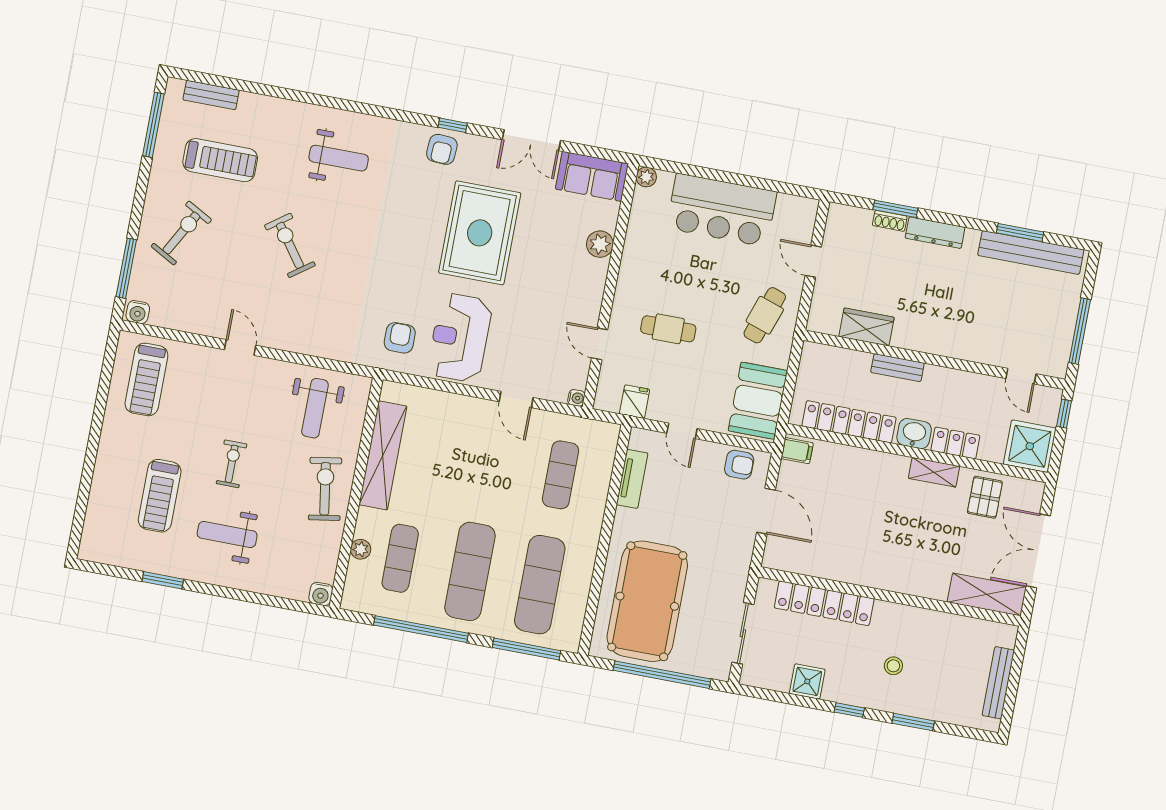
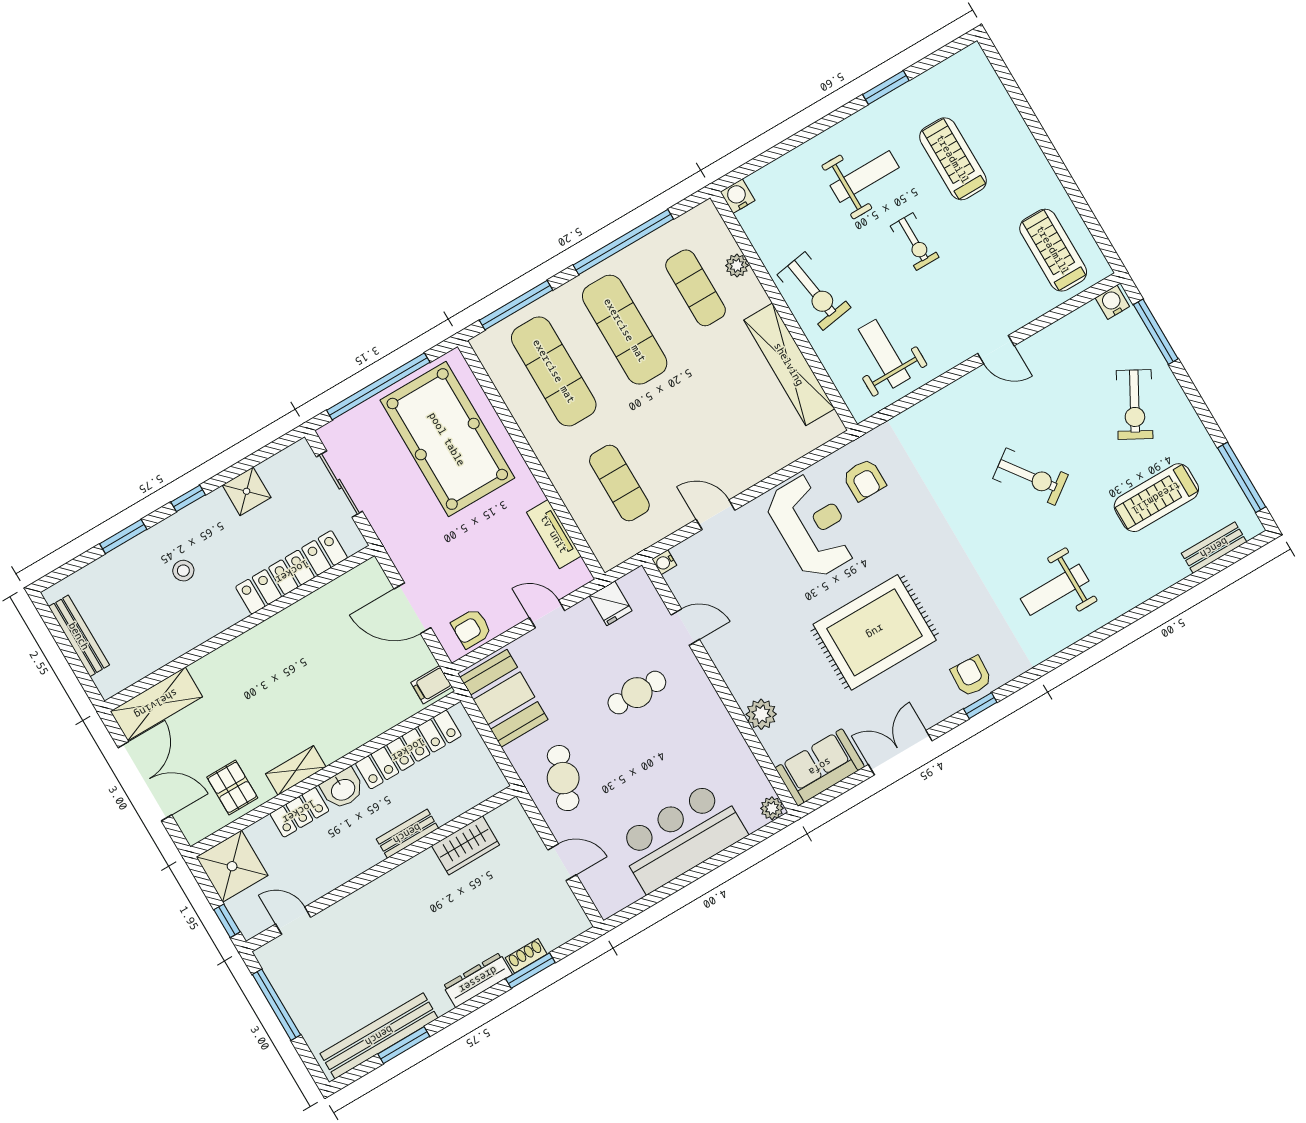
rug: (480, 233) -> (875, 632), turned 90

